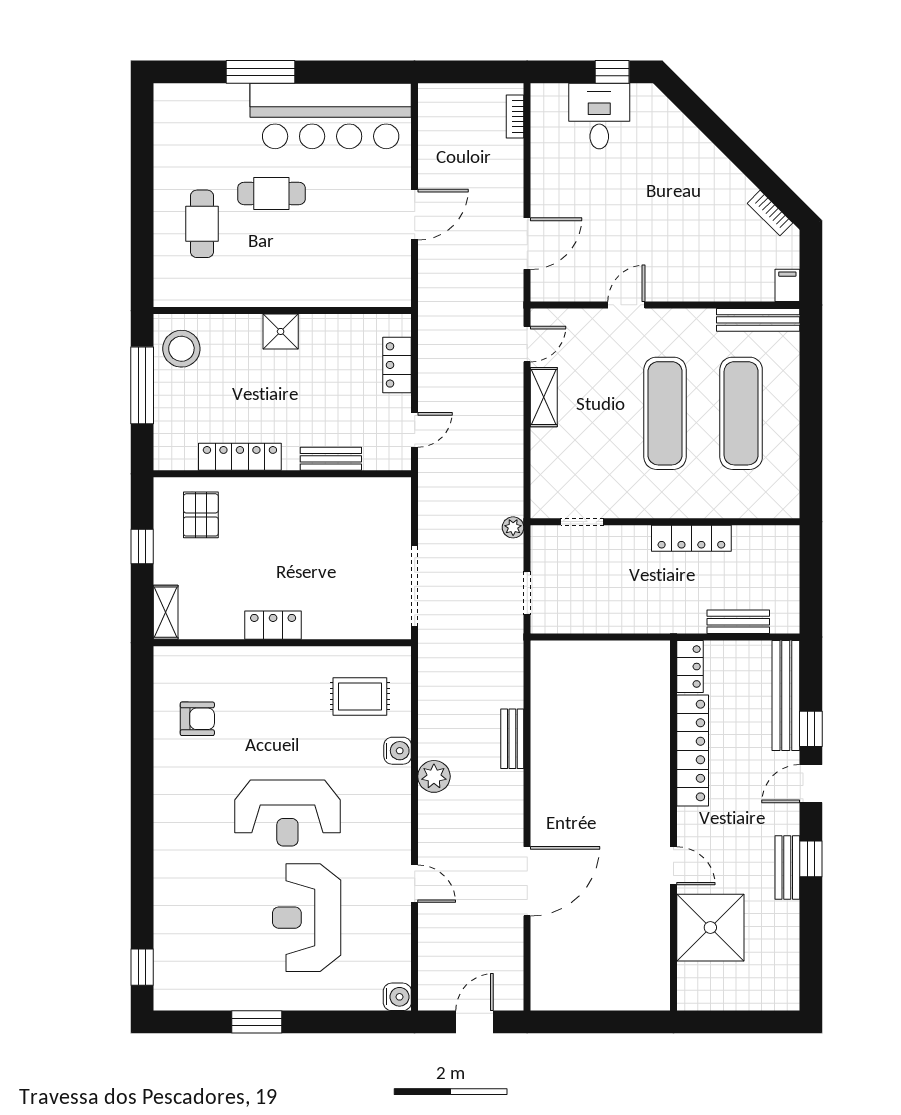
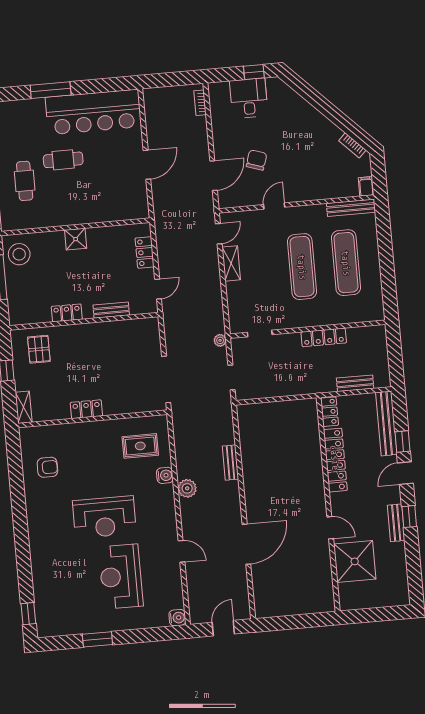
chair: (603, 223) -> (257, 160), added
locker: (240, 457) -> (67, 313), width x0.66

